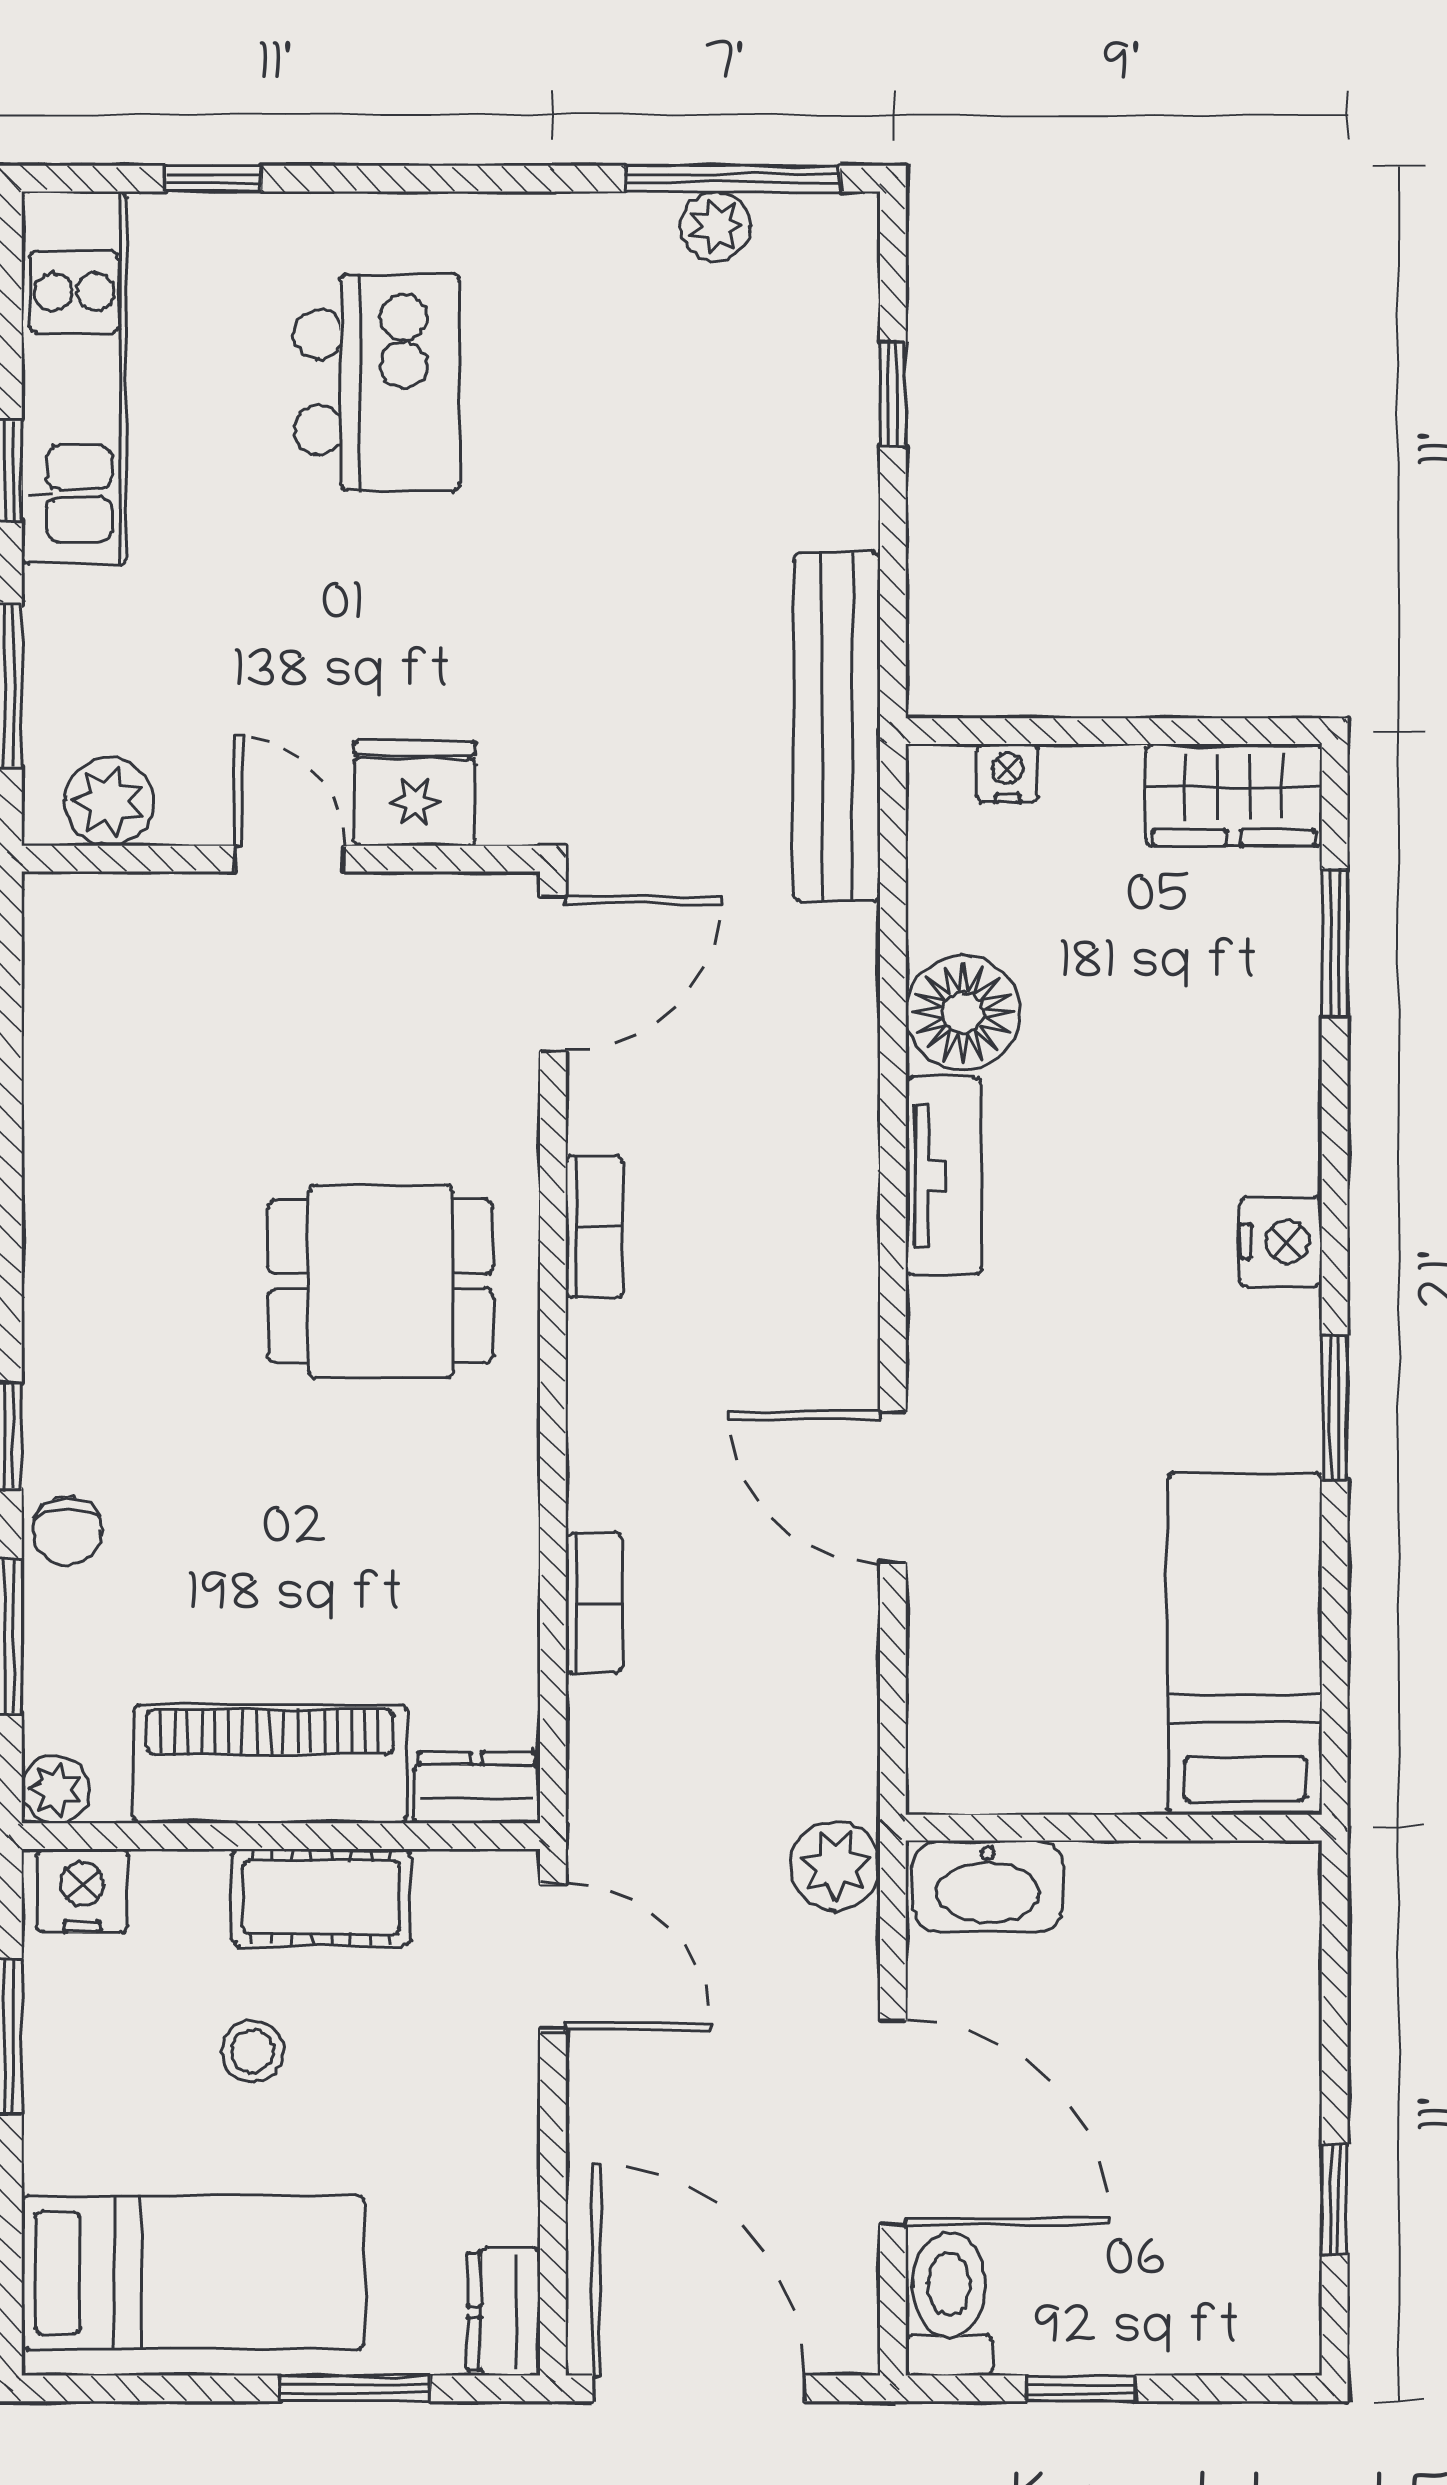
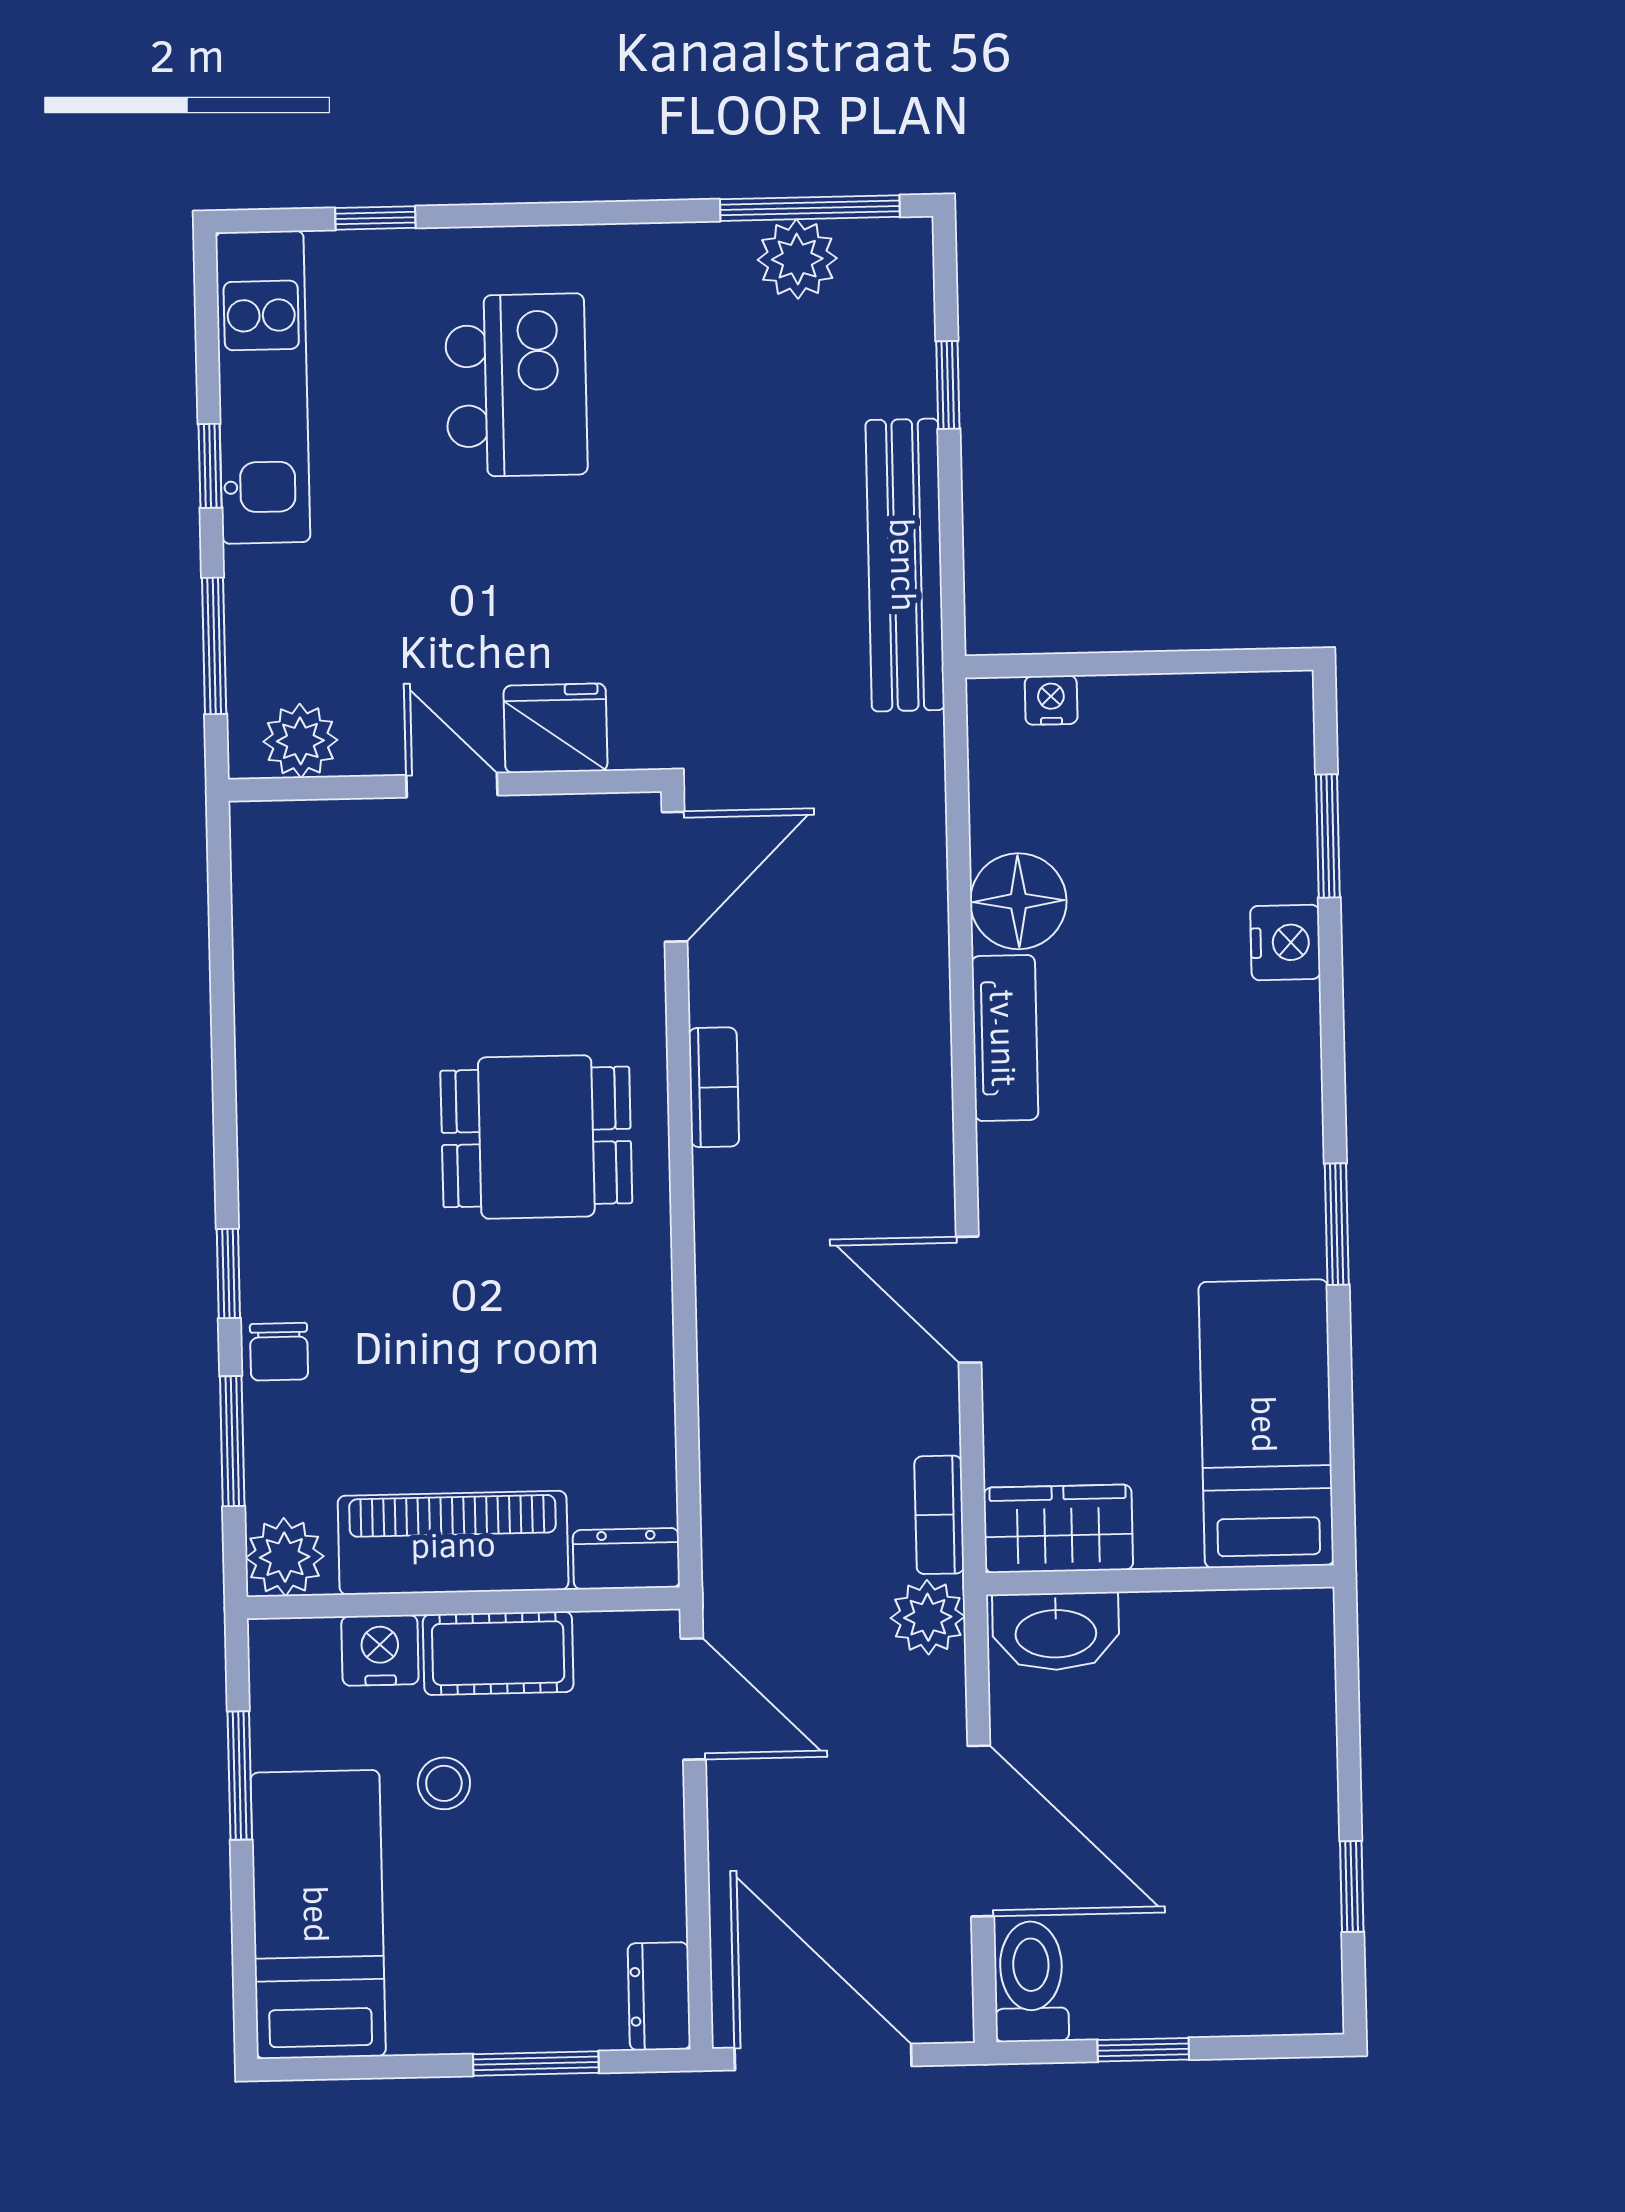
plant: (716, 226) -> (797, 259), width x1.38, depth x1.38
bench: (837, 727) -> (905, 565), moved
wardrobe: (1234, 795) -> (1058, 1529), moved, turned 180
nightstand: (1281, 1242) -> (1285, 942), moved
bookcase: (594, 1603) -> (939, 1515), moved, turned 180
plant: (56, 1789) -> (285, 1557), width x1.38, depth x1.38
nightstand: (82, 1890) -> (380, 1650), moved
bed: (193, 2273) -> (318, 1914), moved, turned -90

